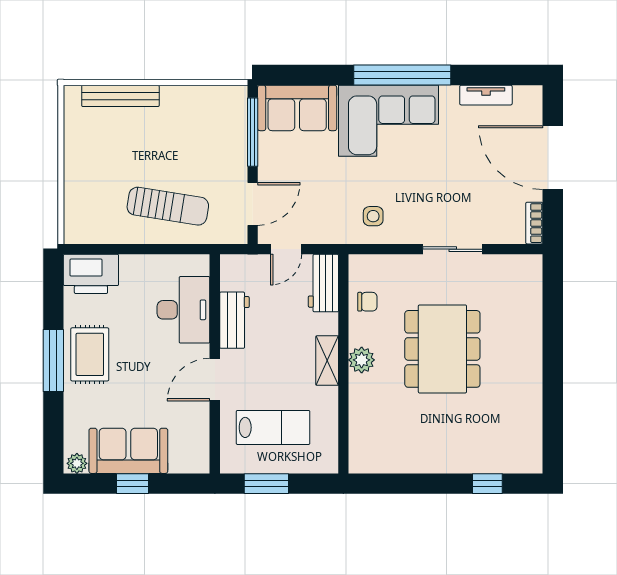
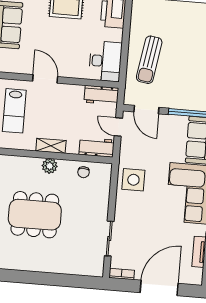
side table: (373, 216) -> (133, 180), width x1.87, depth x1.87
sliding door: (453, 249) -> (109, 239), moved
desk: (183, 310) -> (105, 61), moved, turned -90
workbench: (234, 320) -> (101, 95), moved
dining table: (442, 349) -> (35, 215), moved

